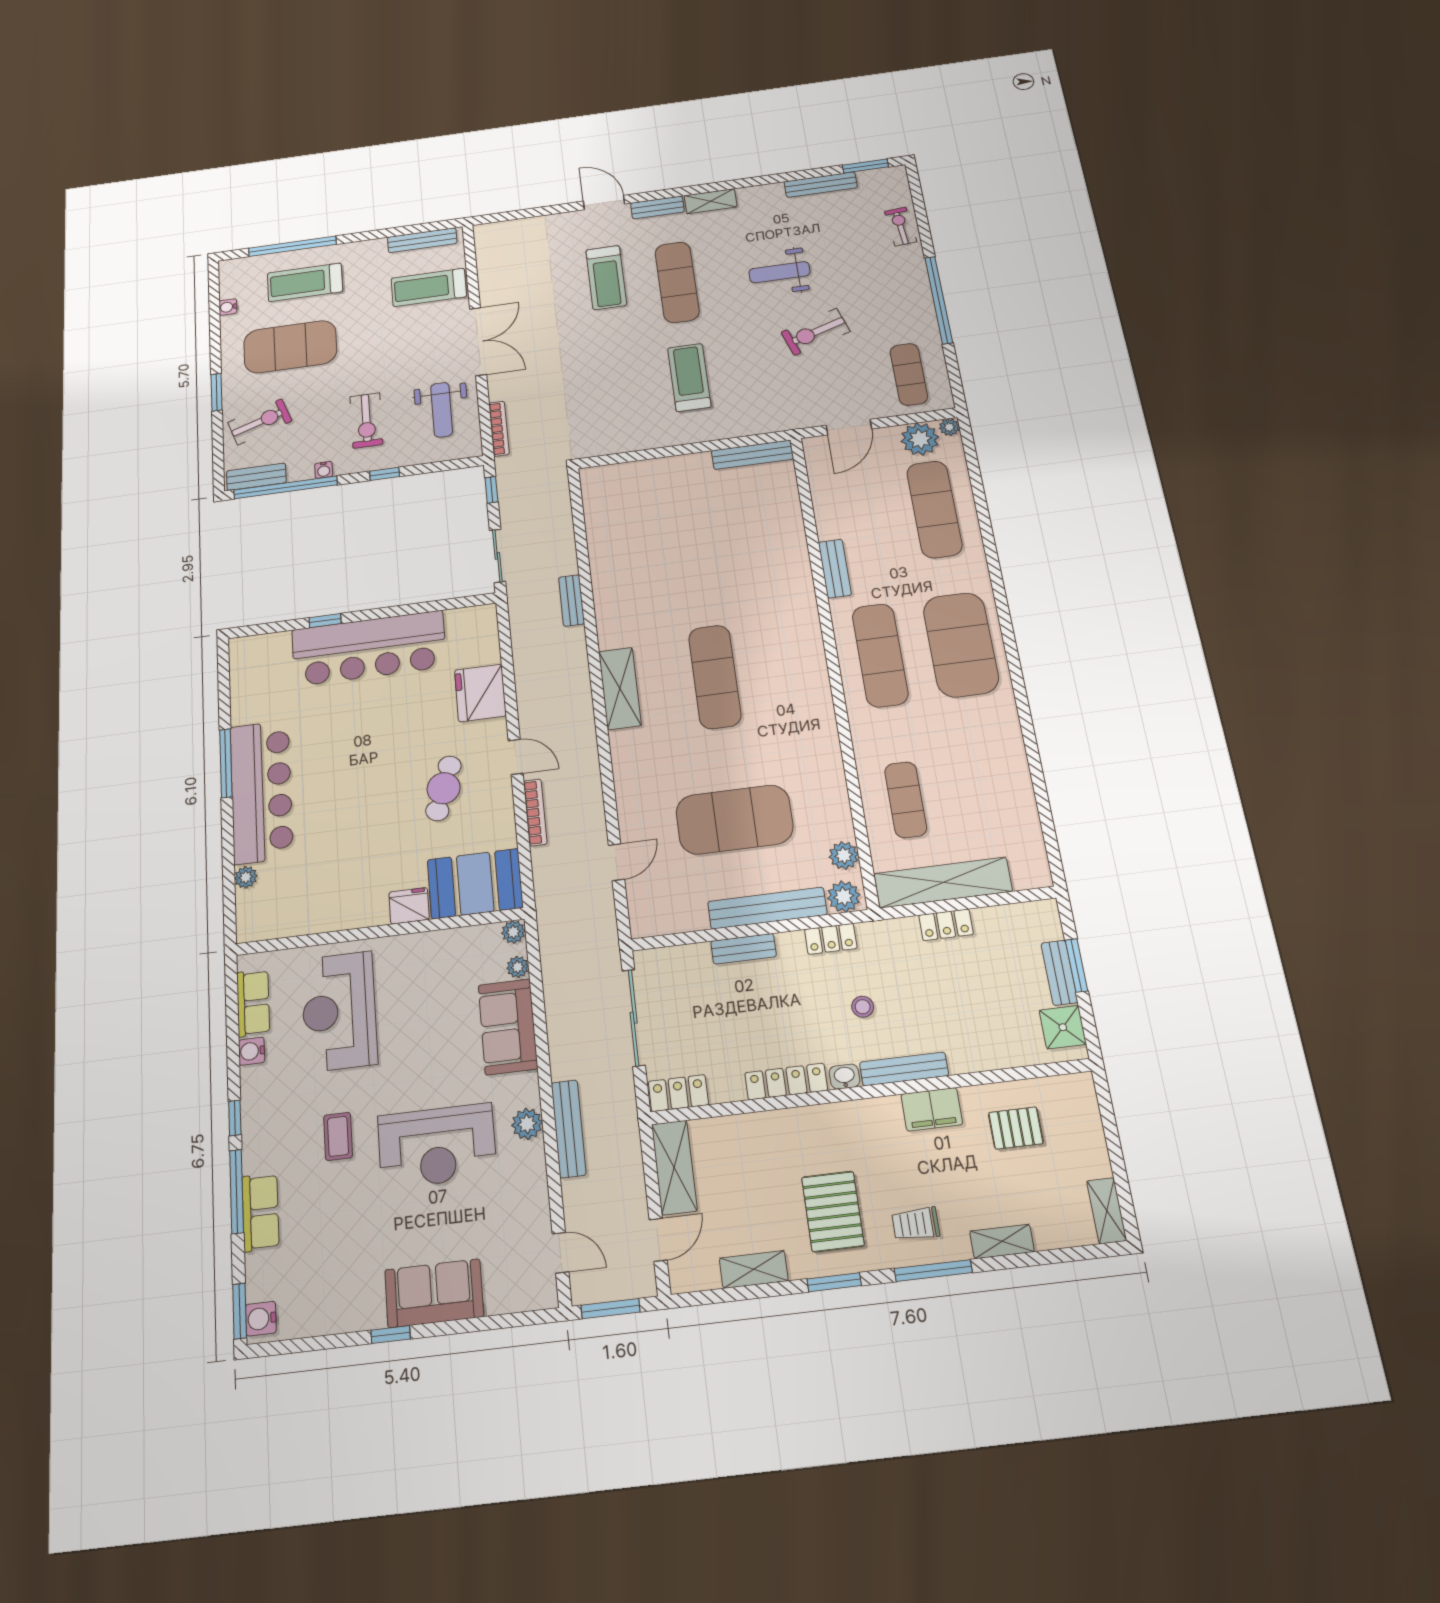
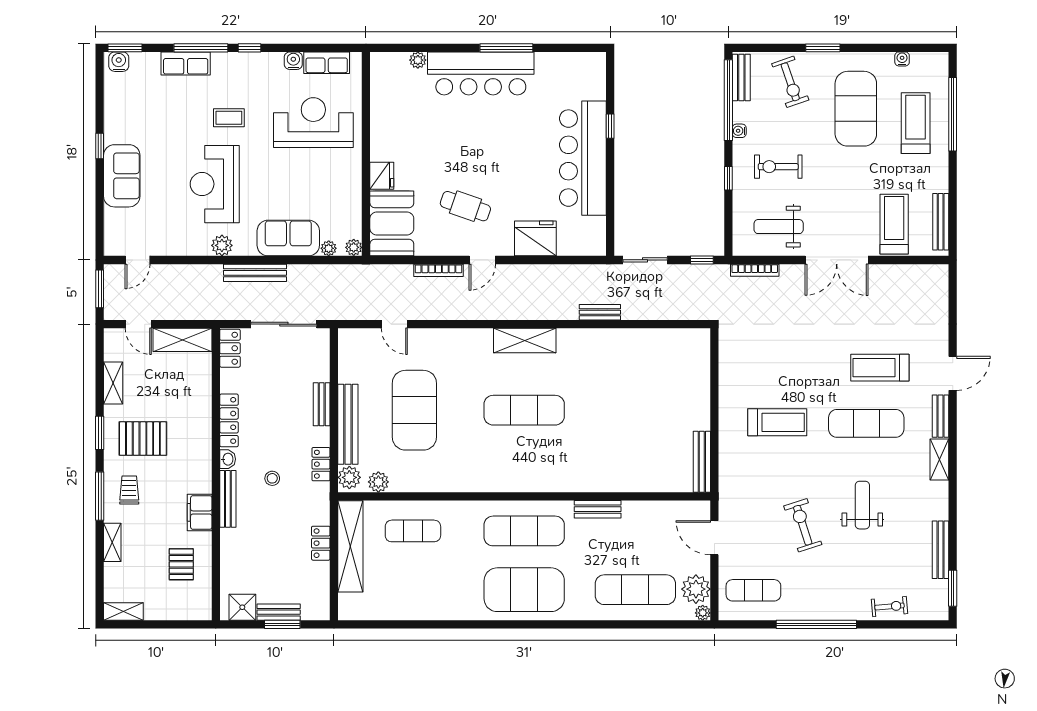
bench: (568, 1129) -> (255, 273), moved

